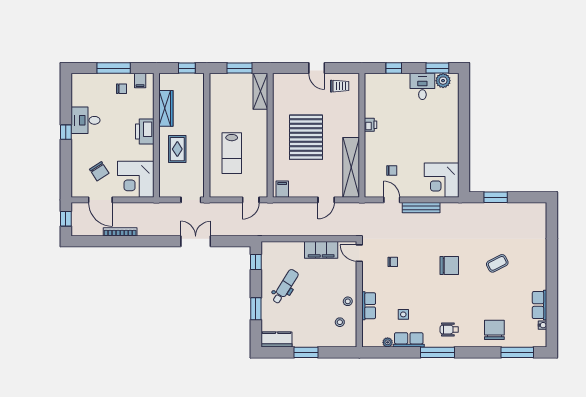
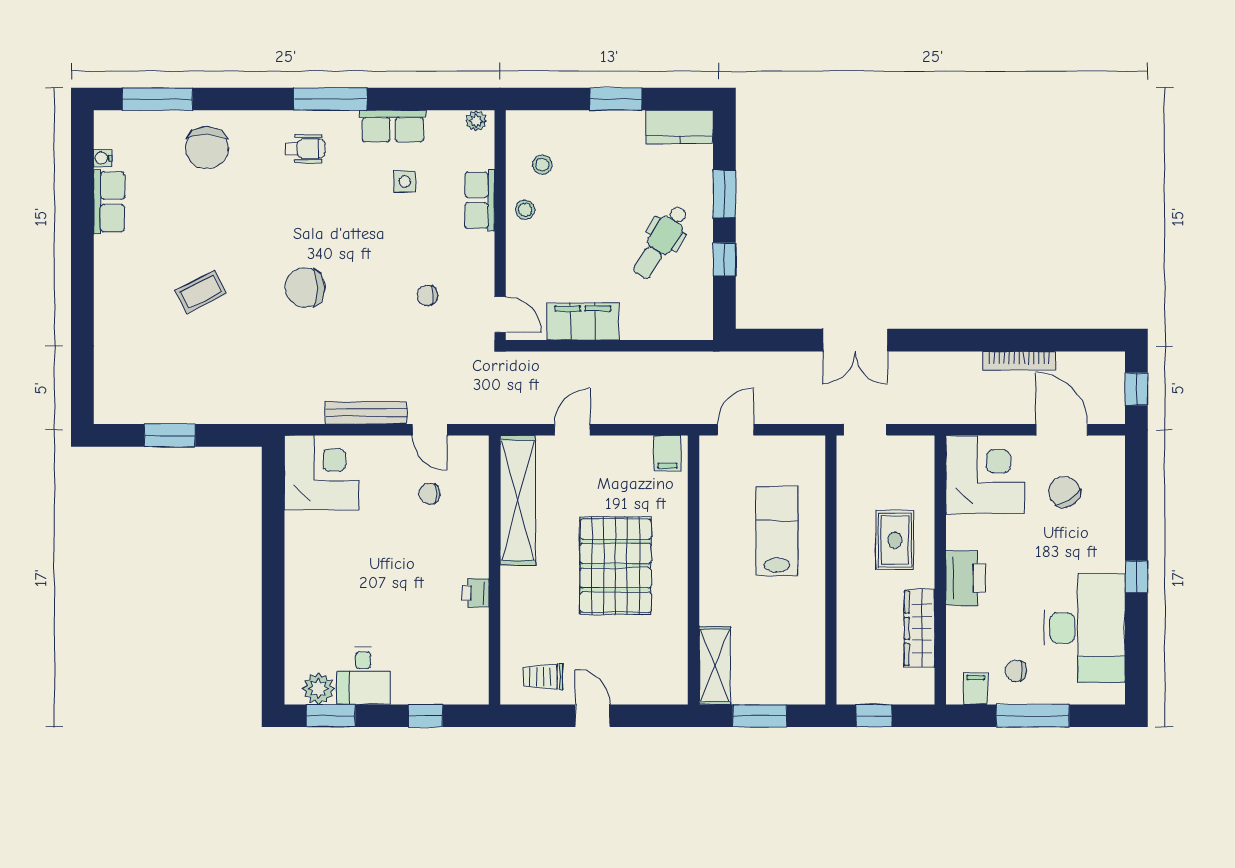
desk: (86, 120) -> (1084, 628), width x1.87, depth x1.30
window: (496, 197) -> (170, 435), moved
window: (256, 262) -> (724, 259), moved
plant: (388, 342) -> (476, 121), moved

